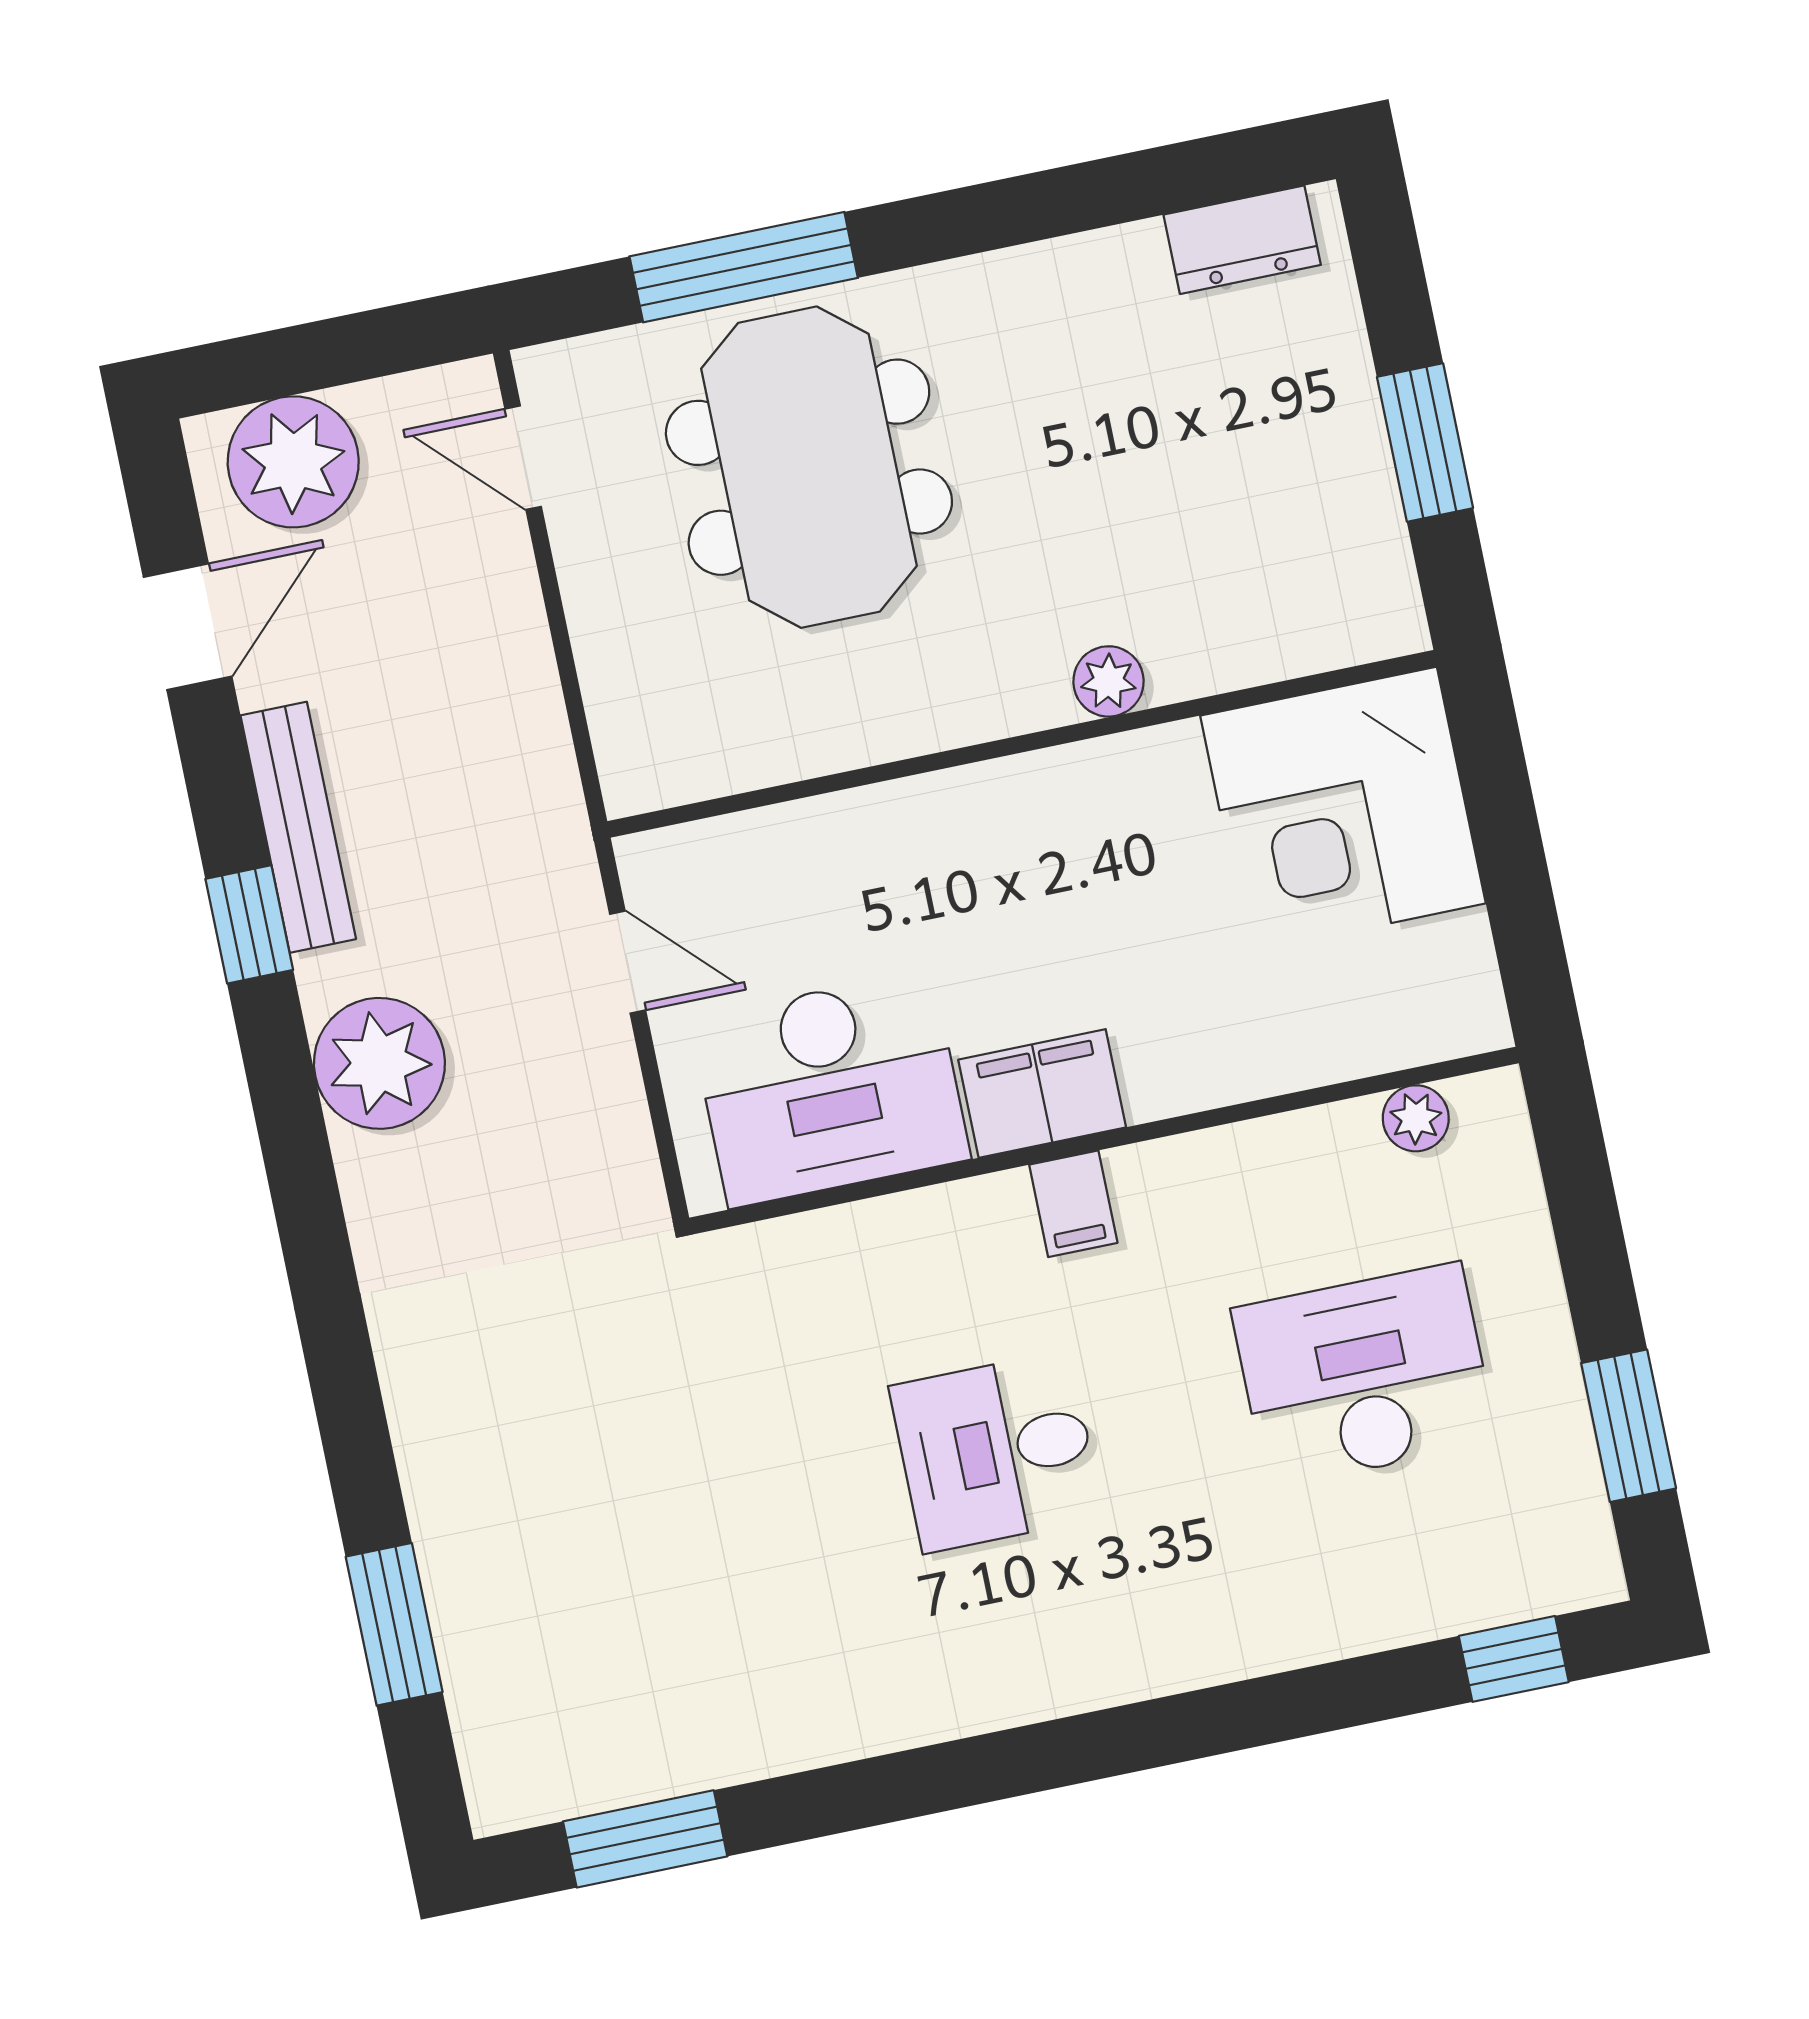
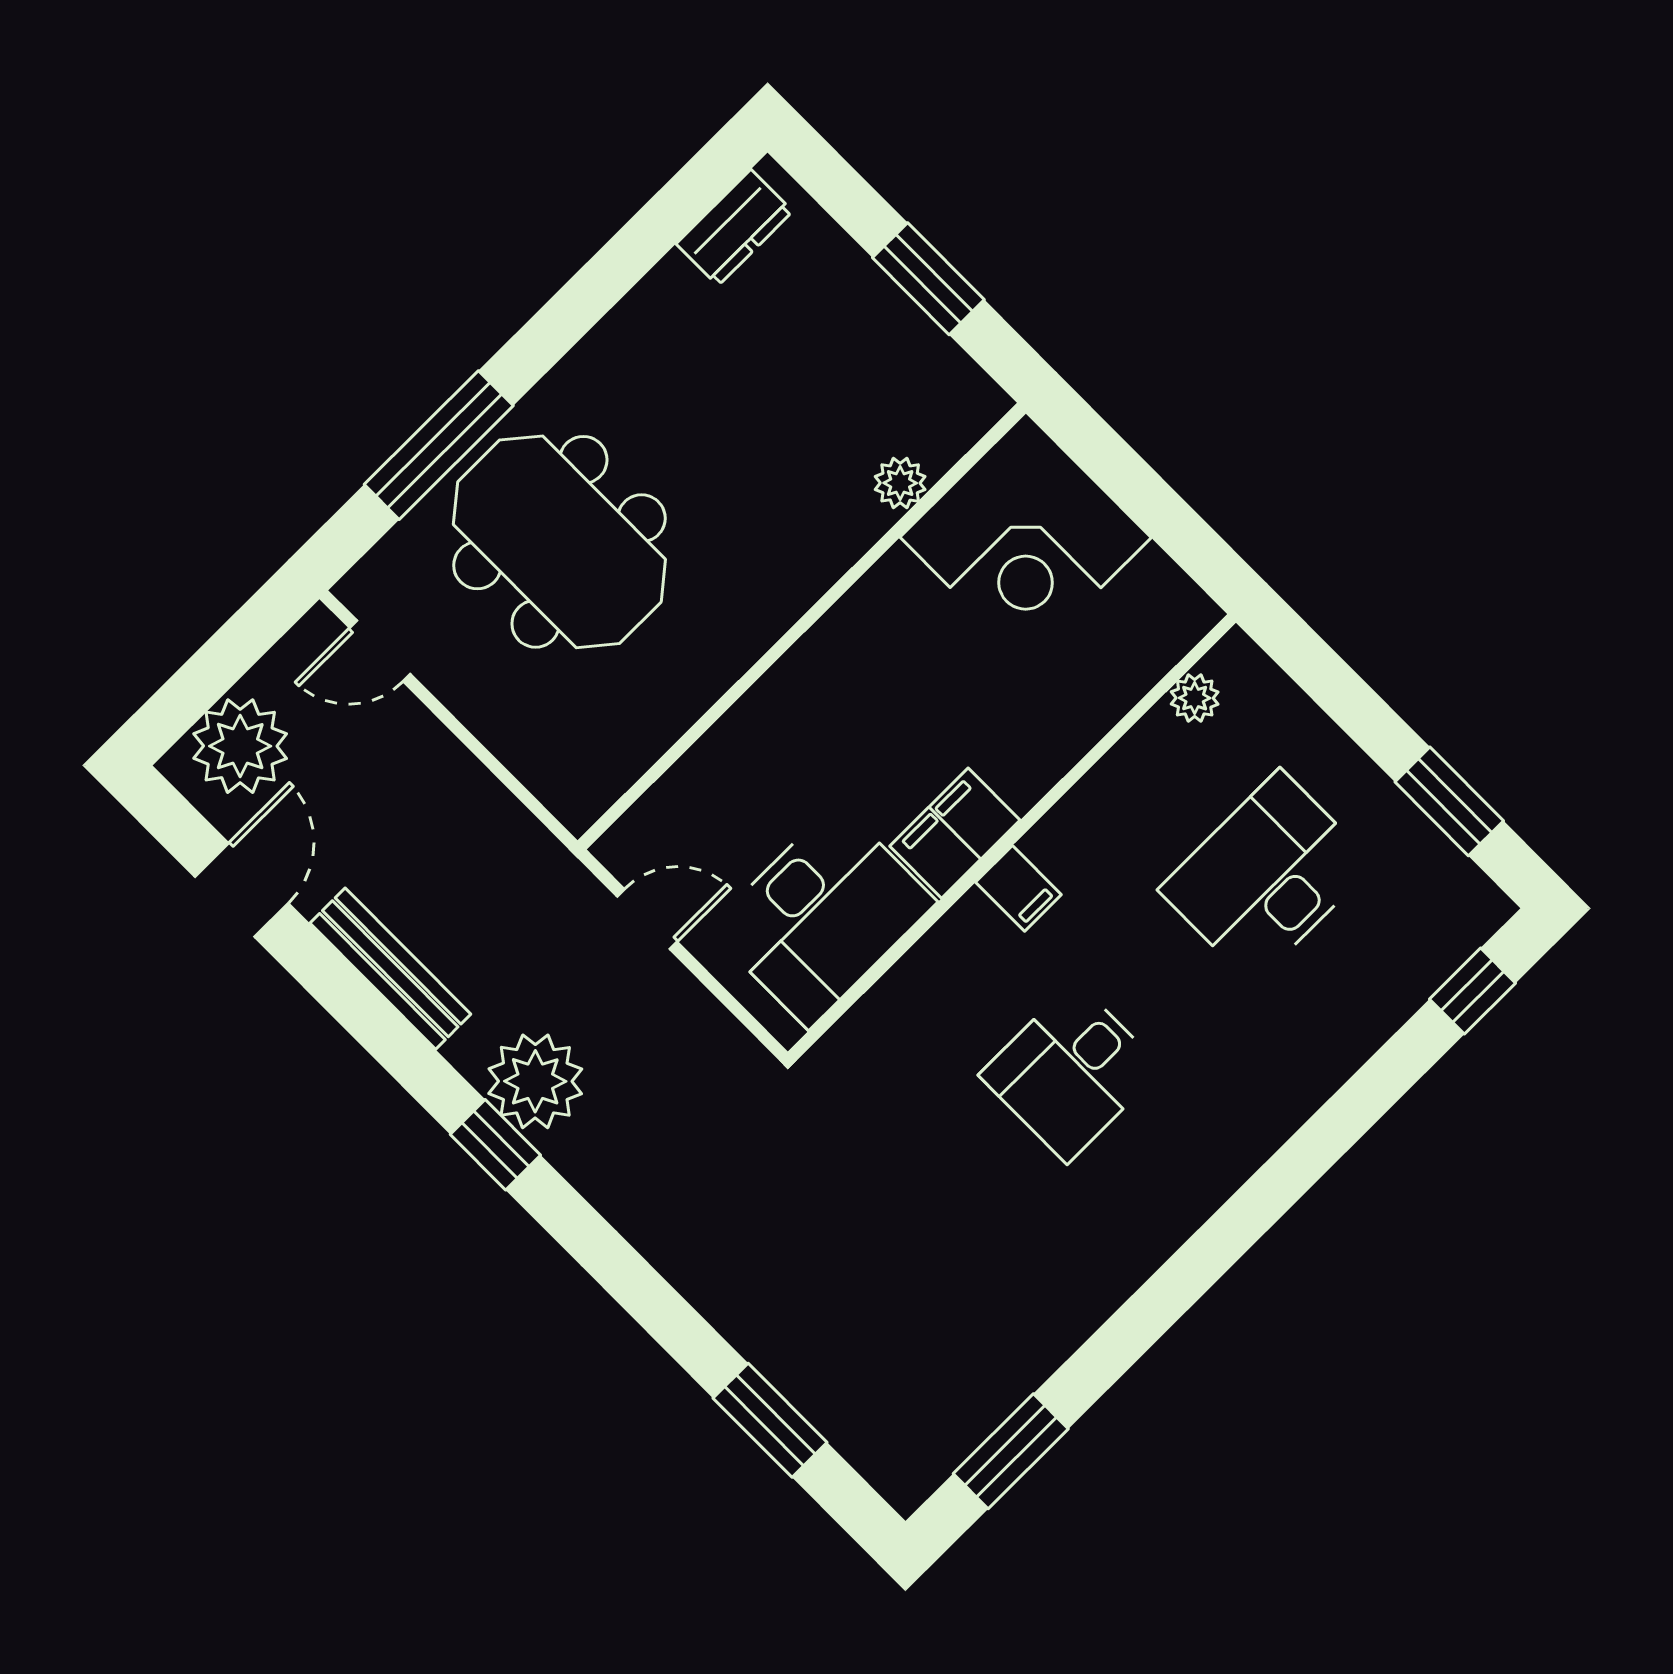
plant: (1108, 681) -> (900, 483), moved
window: (249, 924) -> (495, 1145), moved

